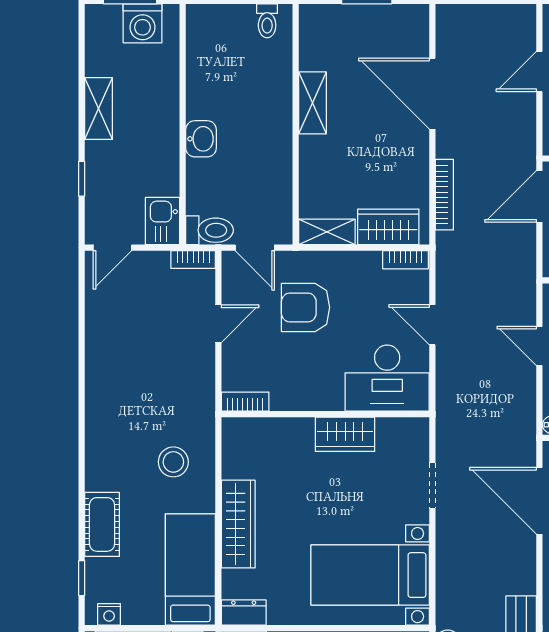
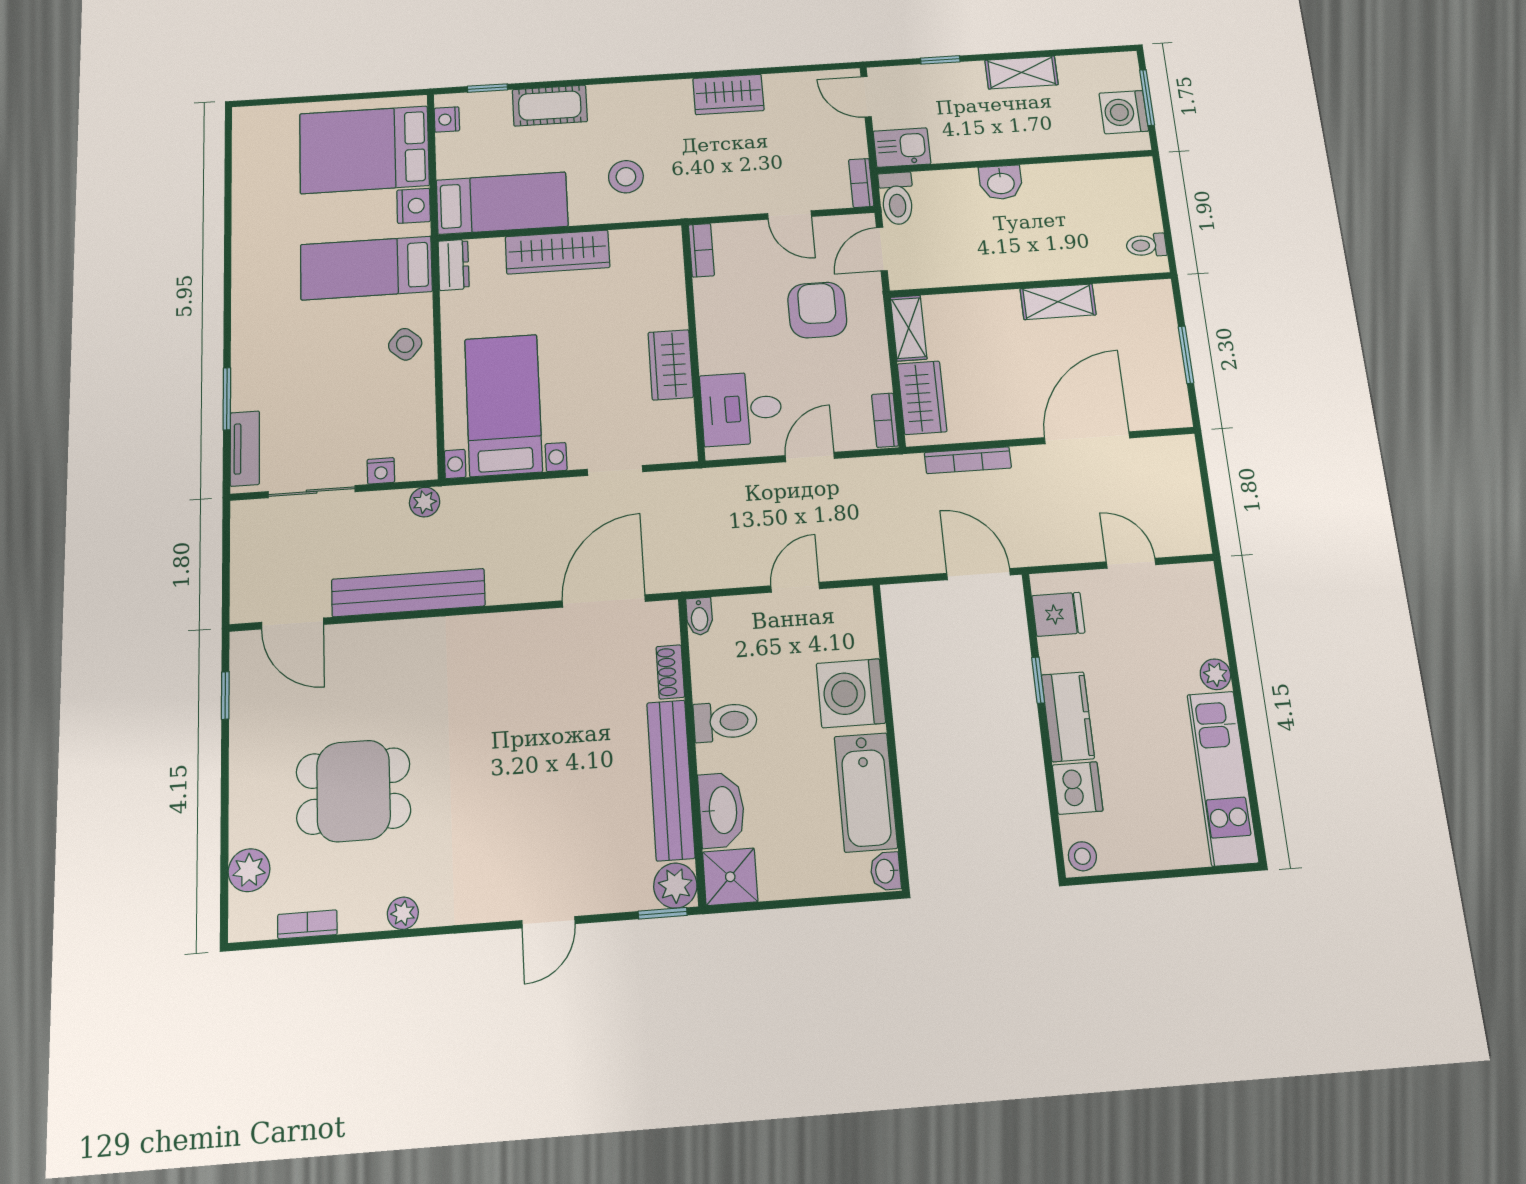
wardrobe: (102, 368) -> (728, 94), added
desk: (387, 378) -> (741, 409), width x0.73

